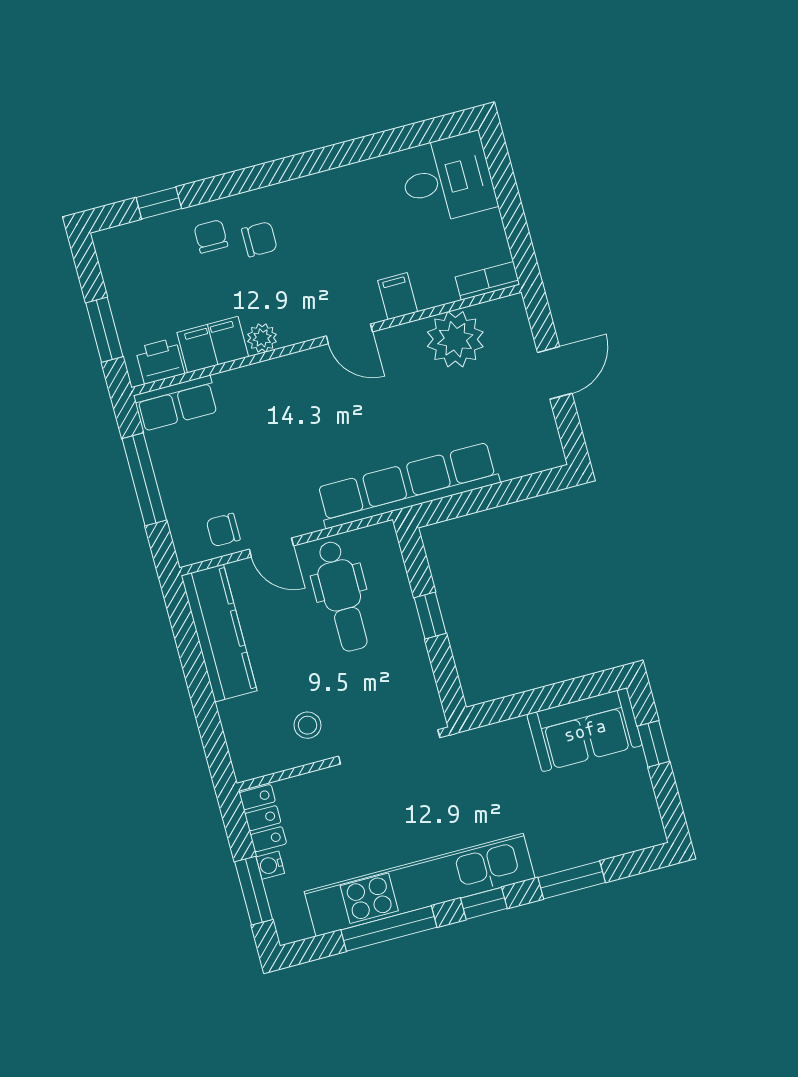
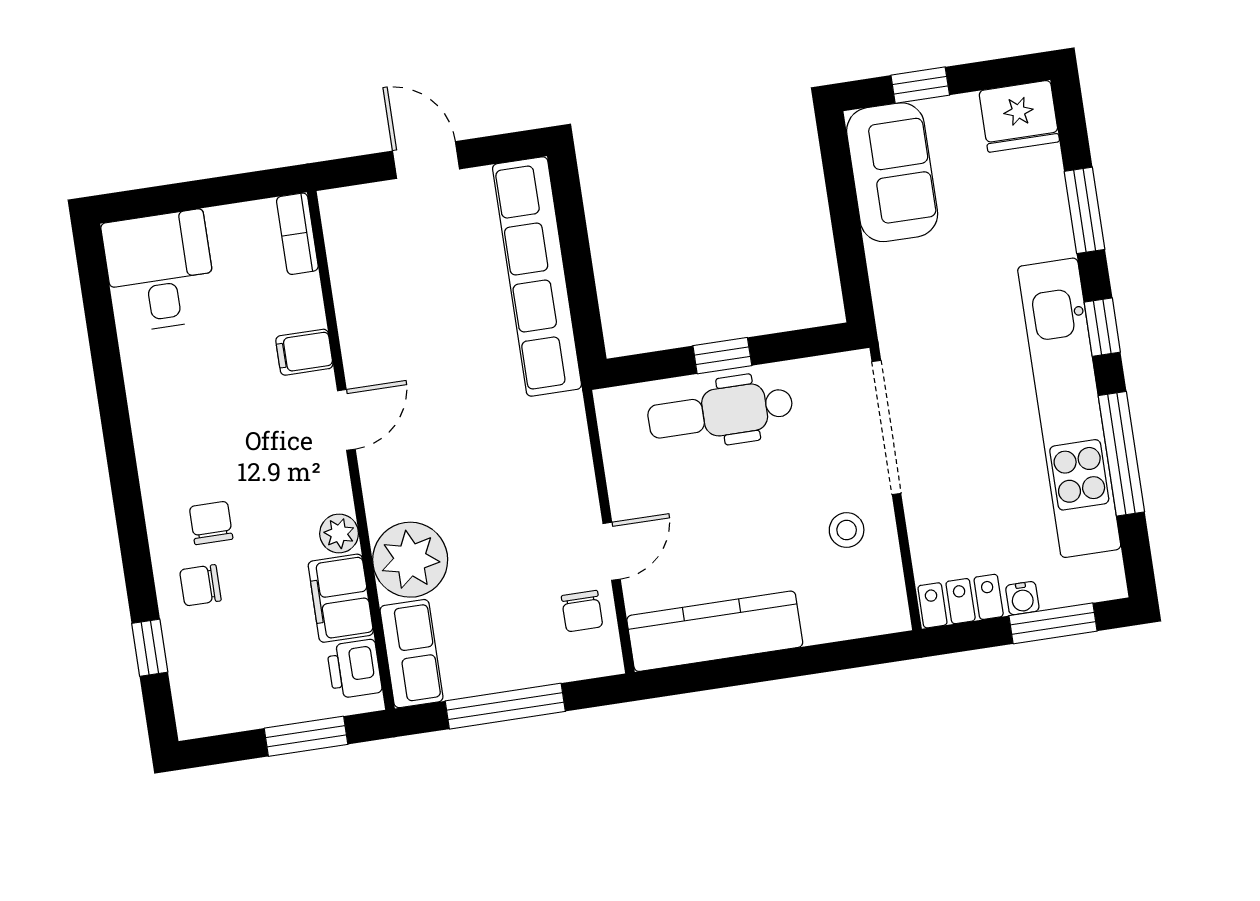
plant: (455, 339) -> (410, 560), moved
row of seats: (408, 485) -> (537, 277), moved
dental chair: (342, 596) -> (720, 412), moved, turned 180
fridge: (638, 822) -> (1019, 116), added

